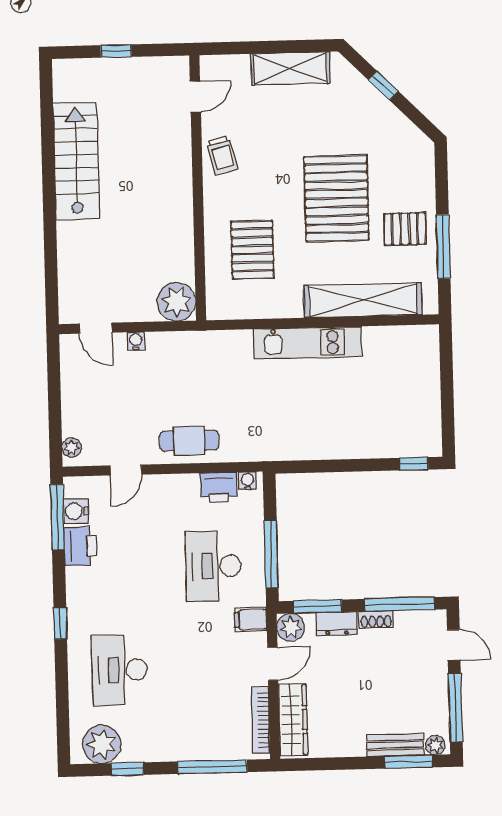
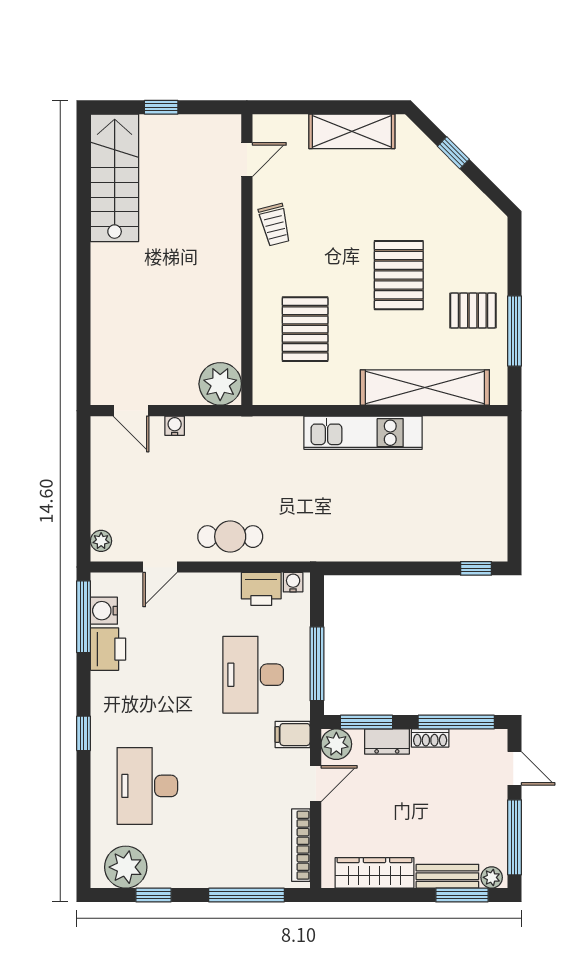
stairs: (76, 161) -> (115, 178), moved
pallet: (336, 198) -> (399, 275), width x0.73, depth x0.71
wardrobe: (293, 720) -> (374, 873), moved, turned -90

